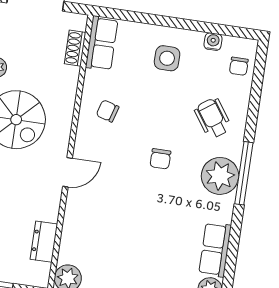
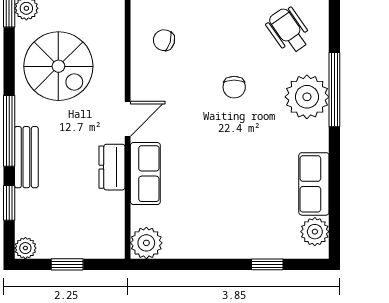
row of seats: (75, 220) -> (145, 174), added
dresser: (44, 242) -> (112, 167), moved

